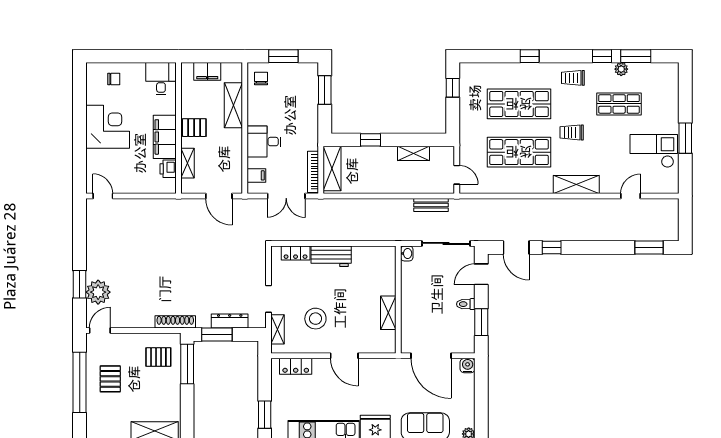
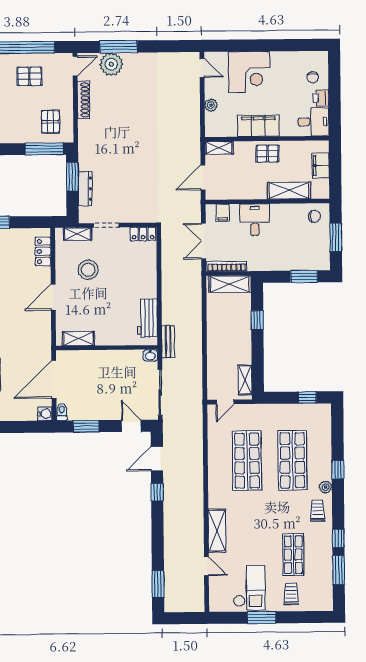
plant: (621, 69) -> (326, 487), moved
corner desk: (108, 127) -> (249, 72), moved
pallet: (194, 128) -> (267, 154), turned 90
trolley: (572, 132) -> (291, 594), moved
shelving: (414, 153) -> (245, 380), moved
shelving: (188, 163) -> (219, 148), moved
printer: (168, 169) -> (321, 98), moved, turned -90
shelving: (576, 184) -> (217, 531), moved
plant: (142, 187) -> (211, 105), added
door: (103, 196) -> (202, 68), hinge flipped
bench: (431, 205) -> (168, 342), moved
locker: (296, 253) -> (143, 234), moved, turned -90
workbench: (331, 256) -> (147, 318), moved
window: (80, 284) -> (118, 47), width x1.44
toilet: (466, 304) -> (62, 412), moved
shelving: (388, 313) -> (78, 339), moved
shoe rack: (175, 322) -> (83, 100), moved
door: (100, 330) -> (75, 66), hinge flipped

